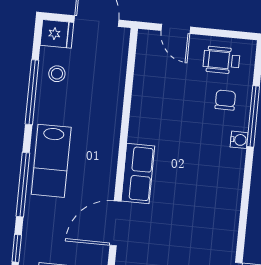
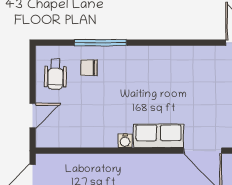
water cooler: (239, 140) -> (125, 141), moved, turned 180

